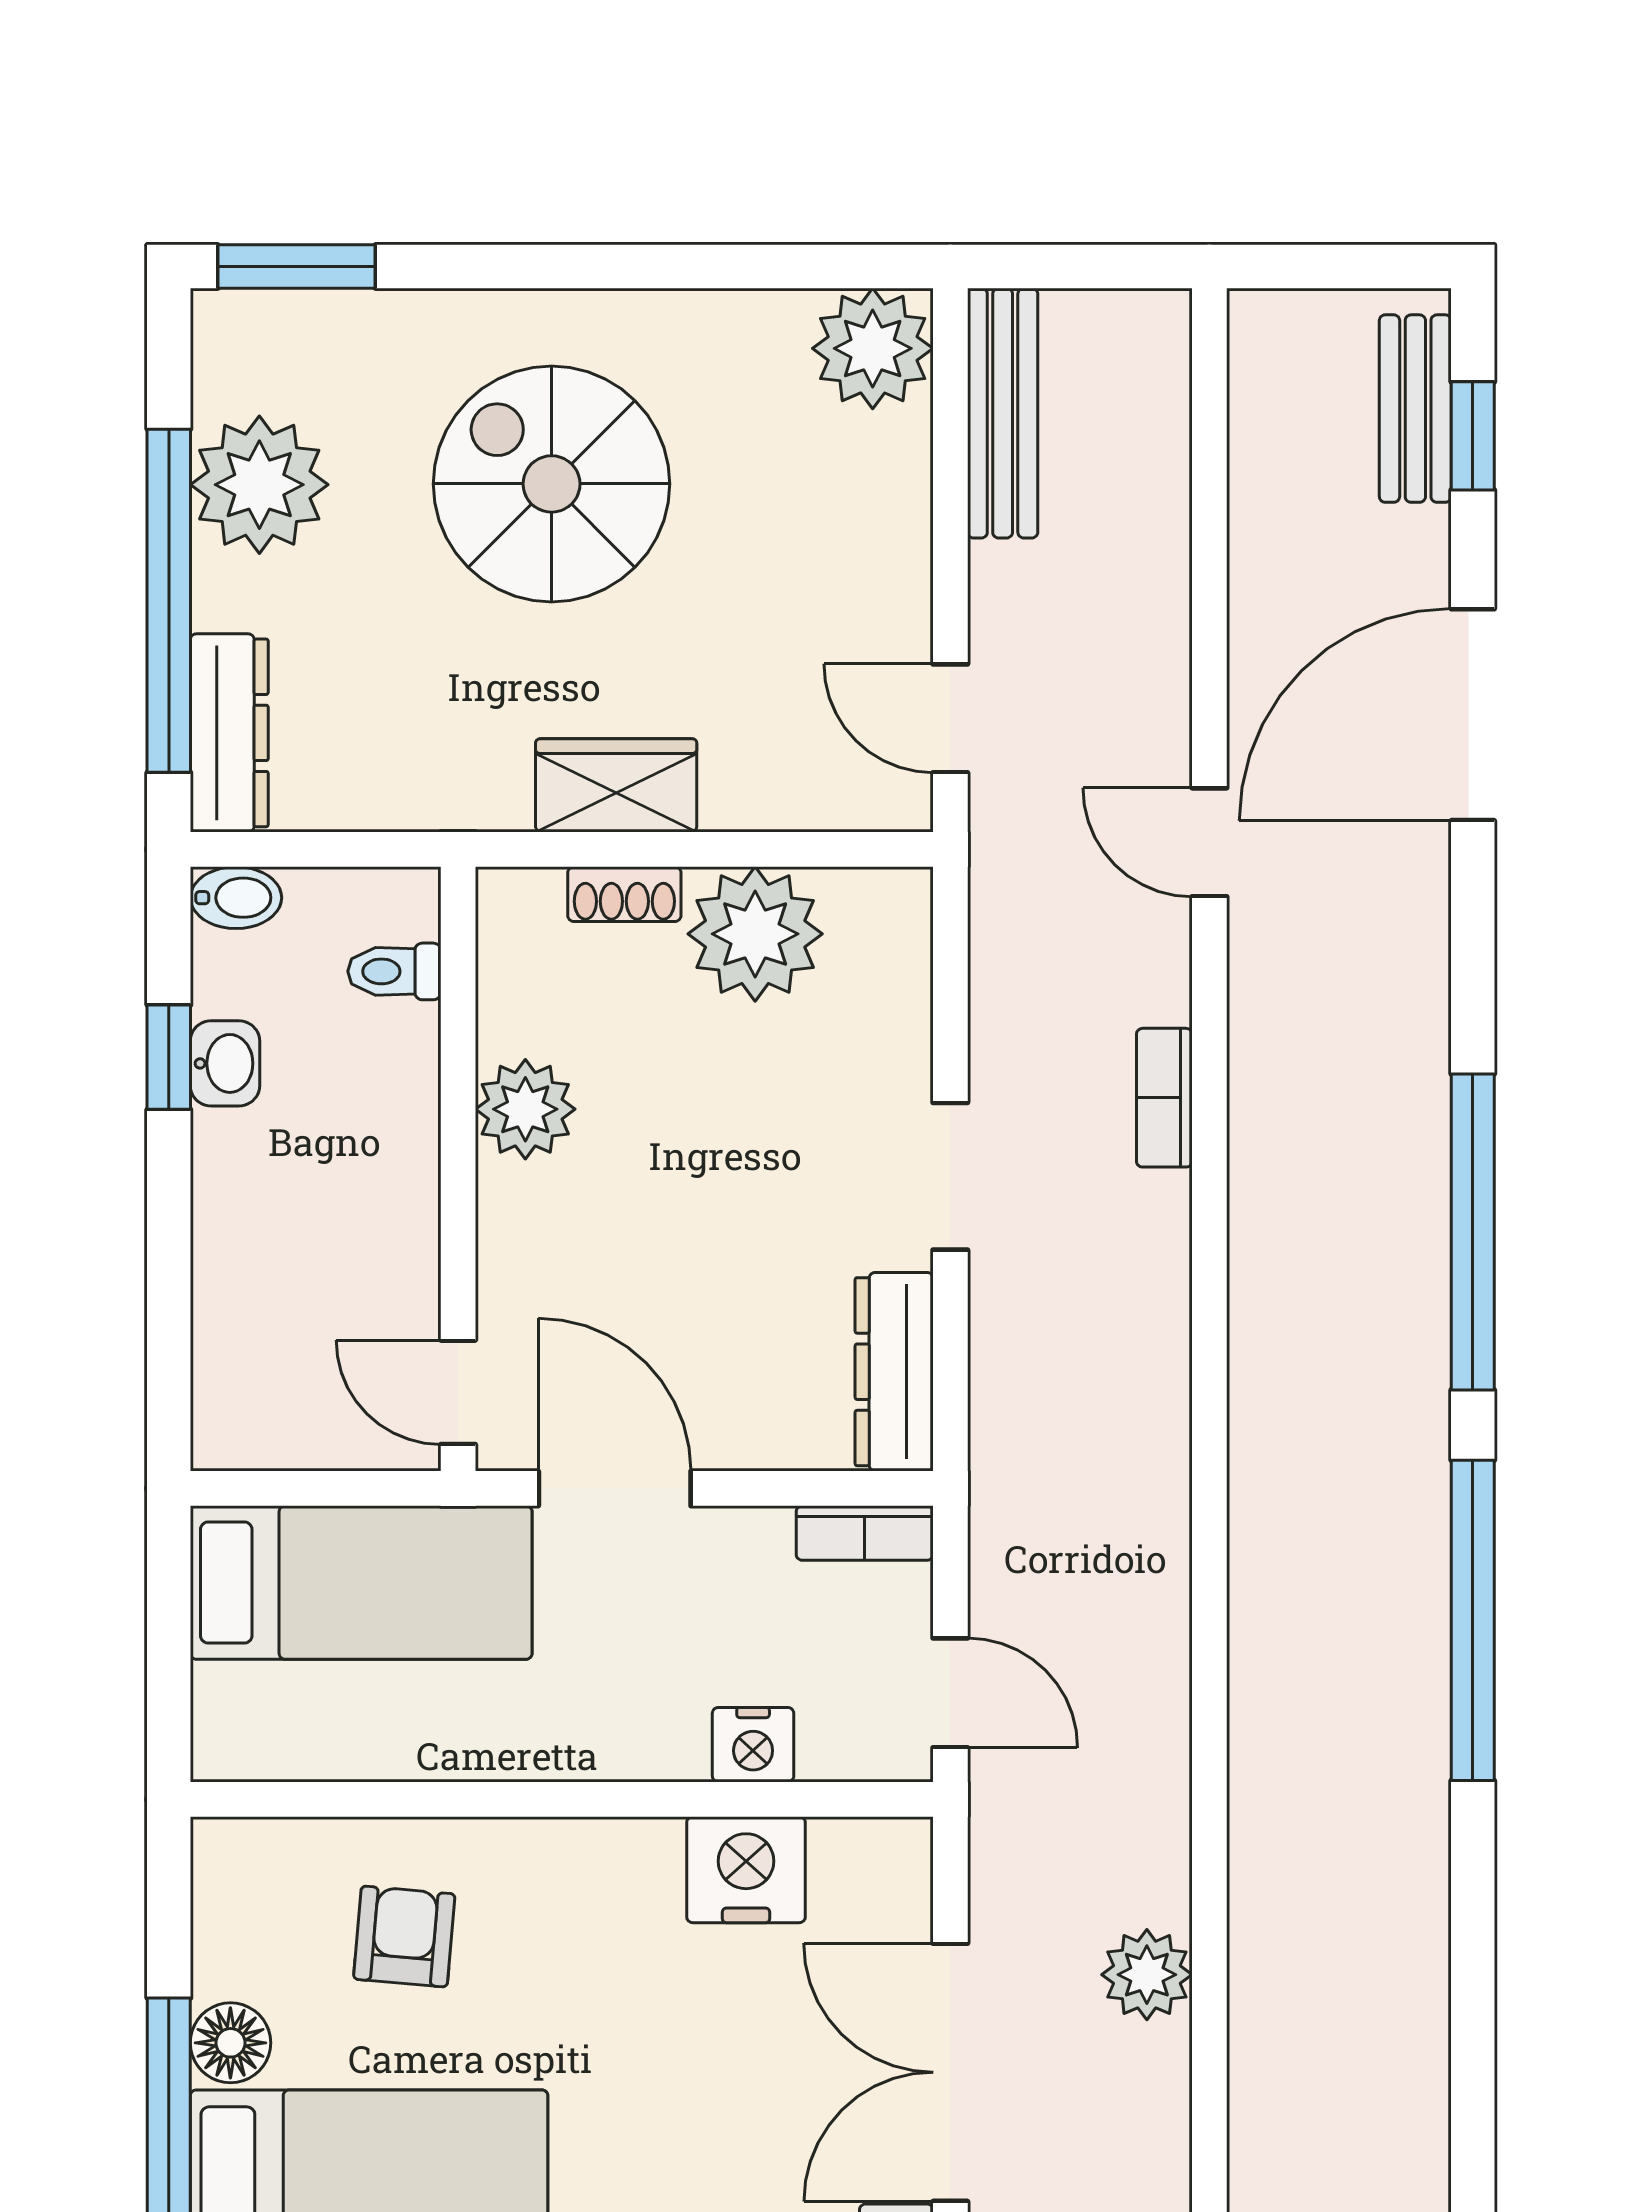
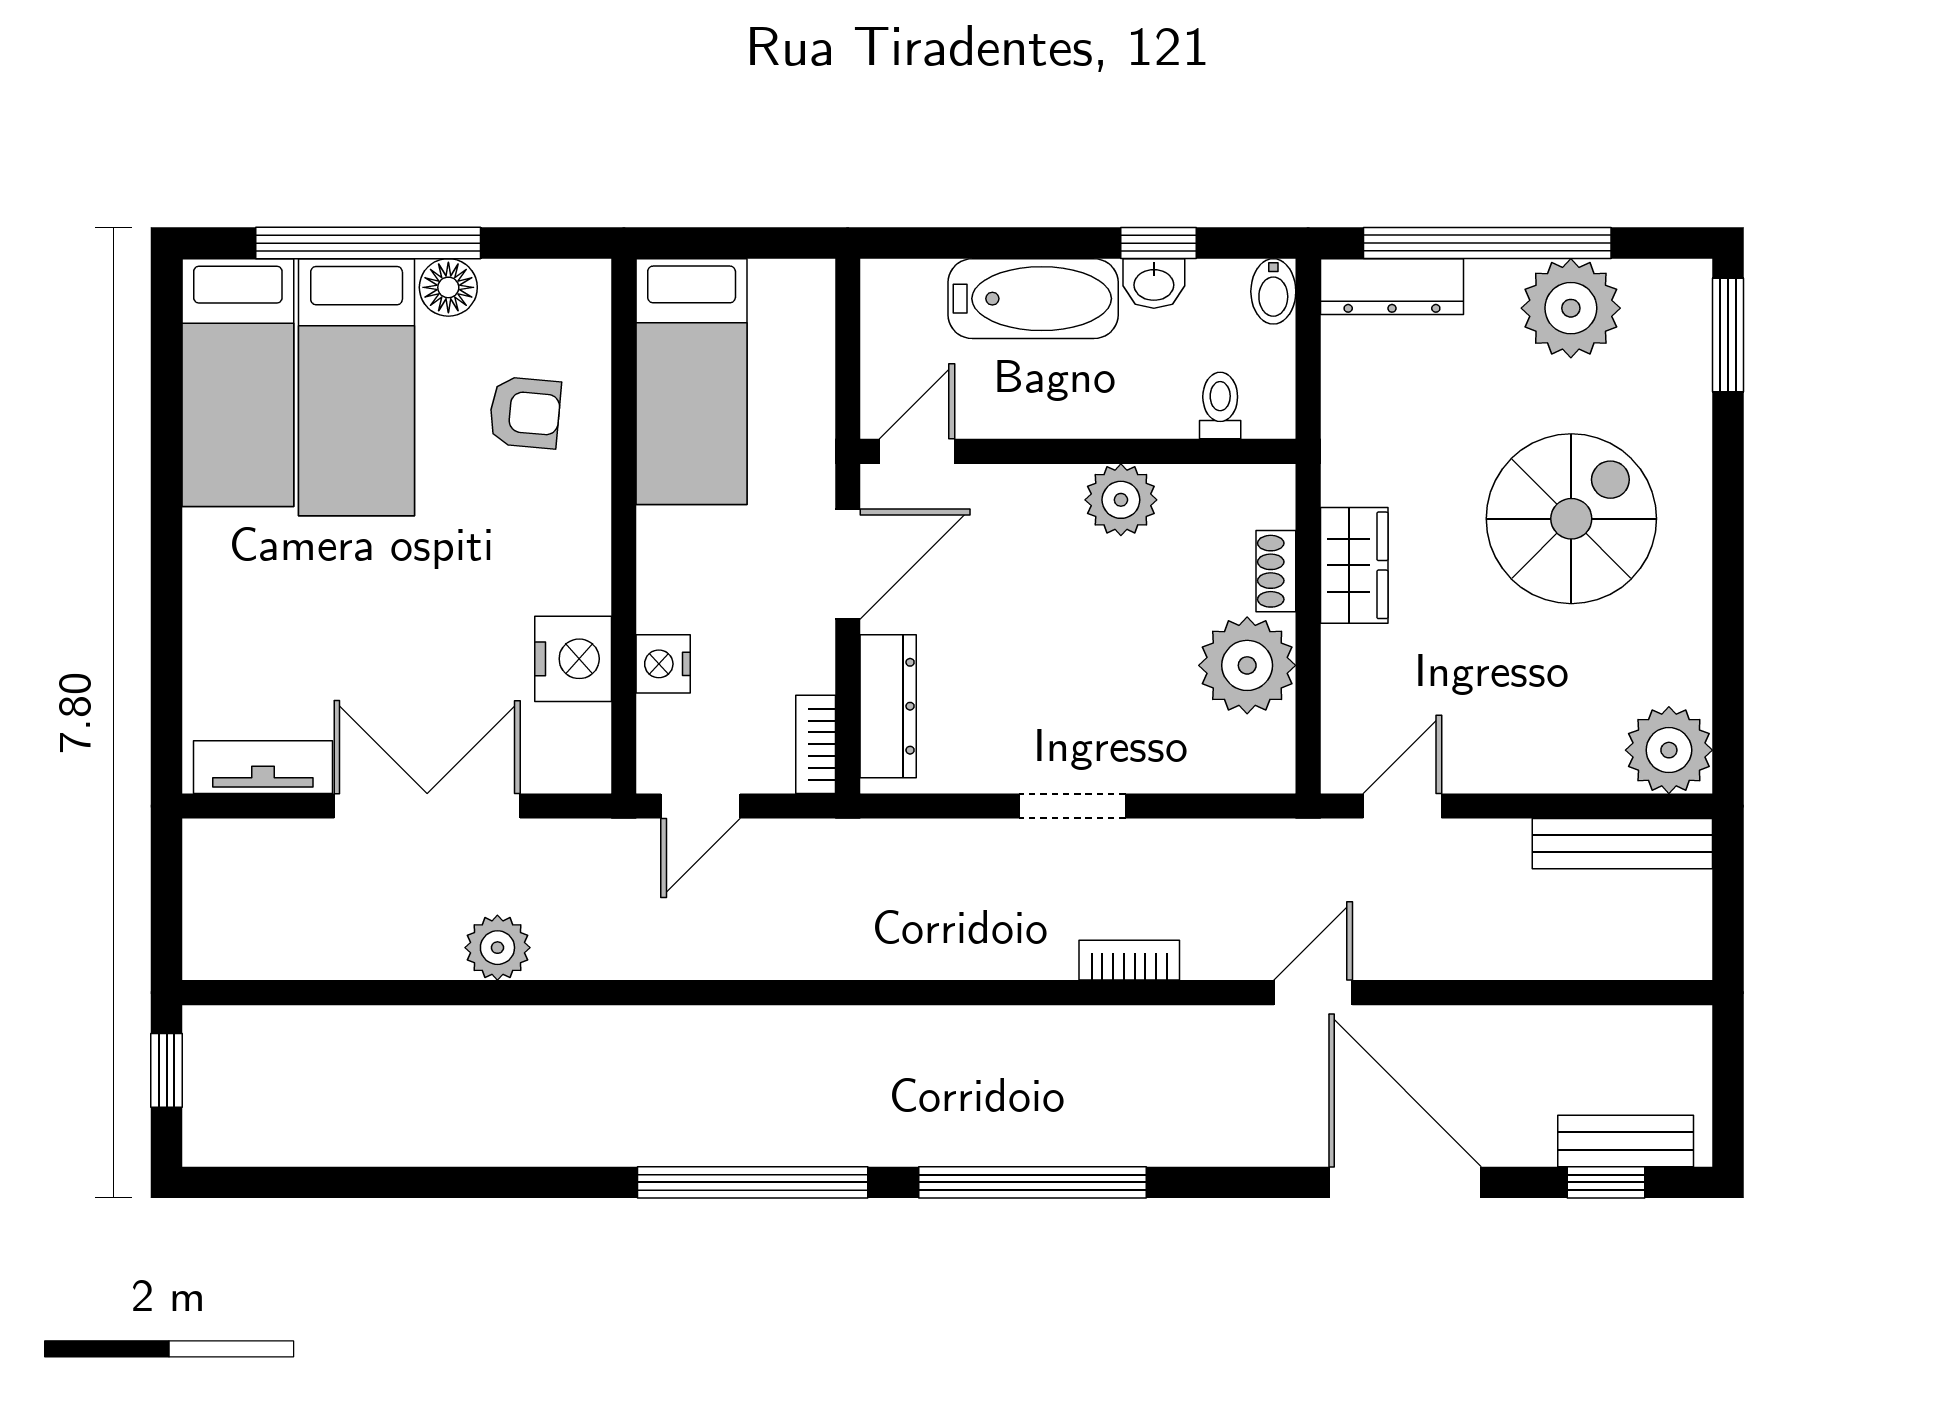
bathtub: (246, 1231) -> (1033, 299), added
dresser: (894, 1372) -> (888, 706), moved, turned 90
bed: (361, 1583) -> (692, 382), moved

